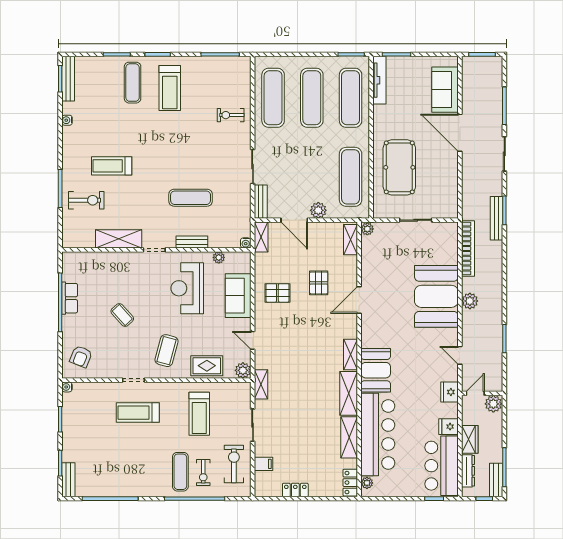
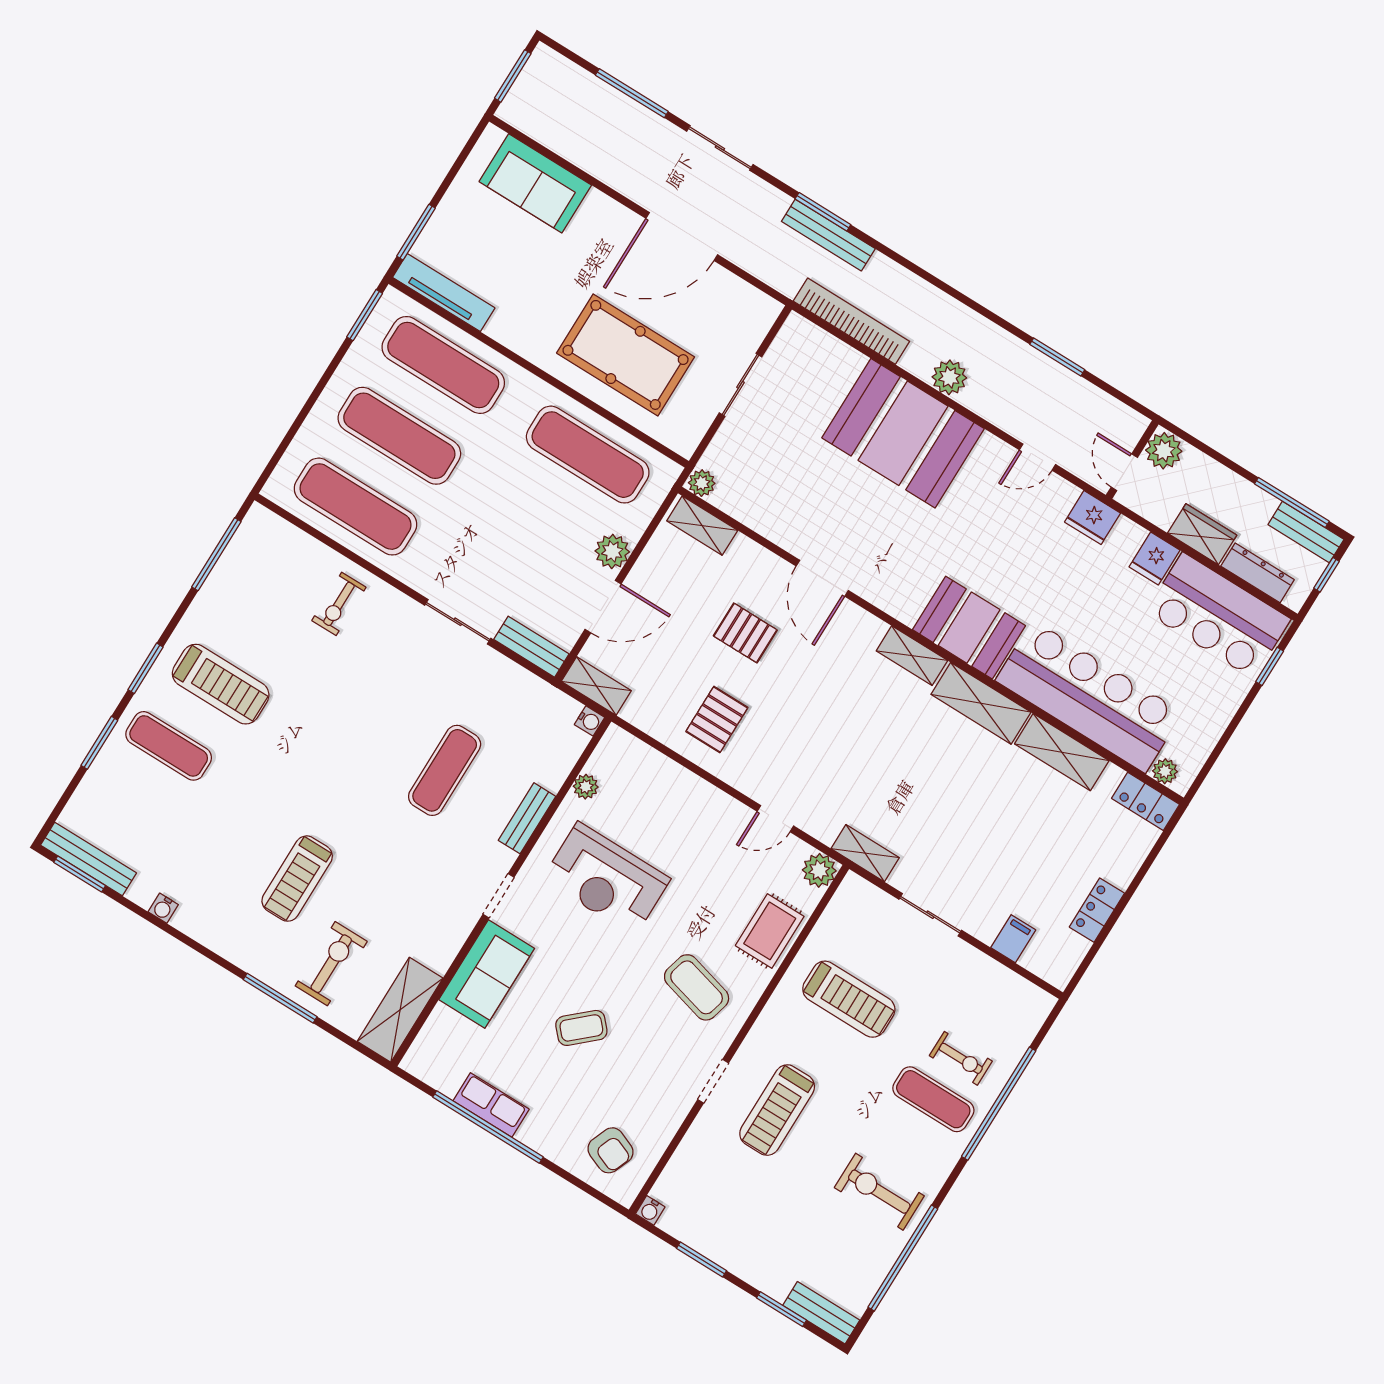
door: (460, 133) -> (682, 236), moved
shelving: (119, 239) -> (400, 1010), moved
sofa: (238, 296) -> (487, 974), moved, turned -90
exercise bike: (234, 464) -> (879, 1192), moved

